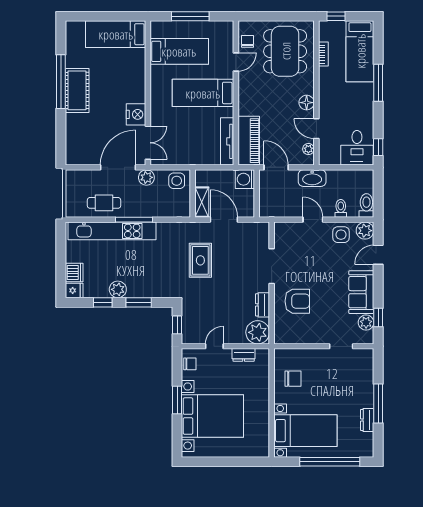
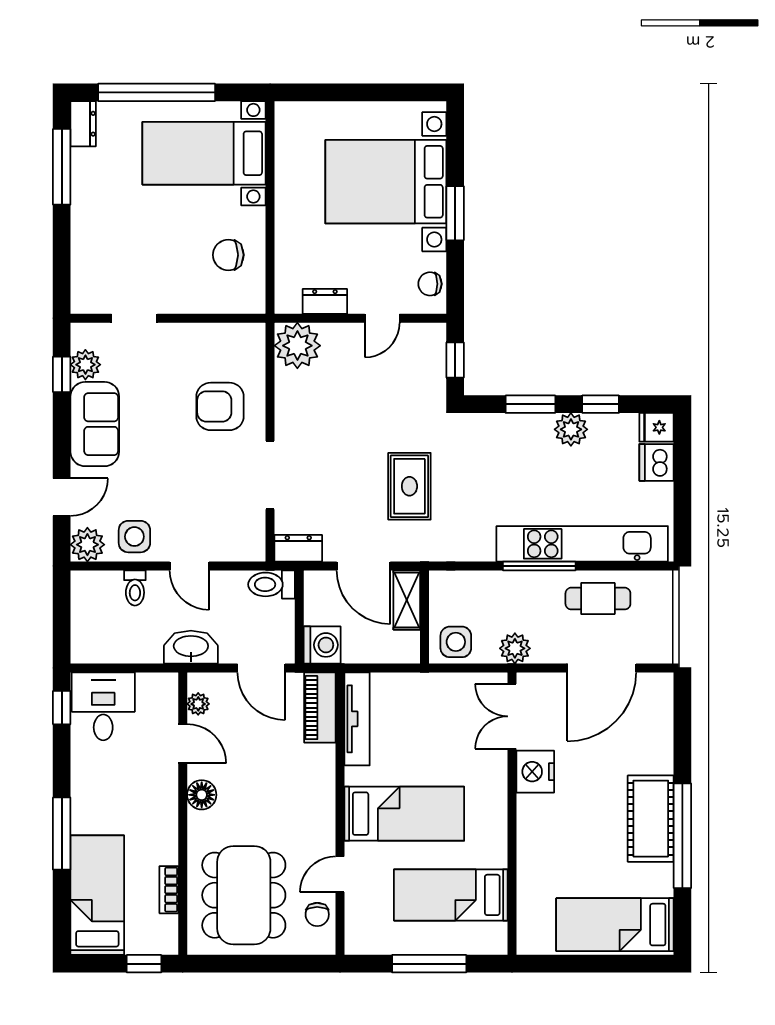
bed: (116, 34) -> (615, 925), moved, turned 180
piano: (249, 141) -> (320, 708), width x0.73, depth x0.75
door: (118, 167) -> (602, 668), moved
toilet: (366, 205) -> (272, 584), moved, turned 90
dresser: (263, 305) -> (298, 548), moved, turned -90
window: (378, 403) -> (62, 167), moved
dresser: (367, 420) -> (83, 124), moved

